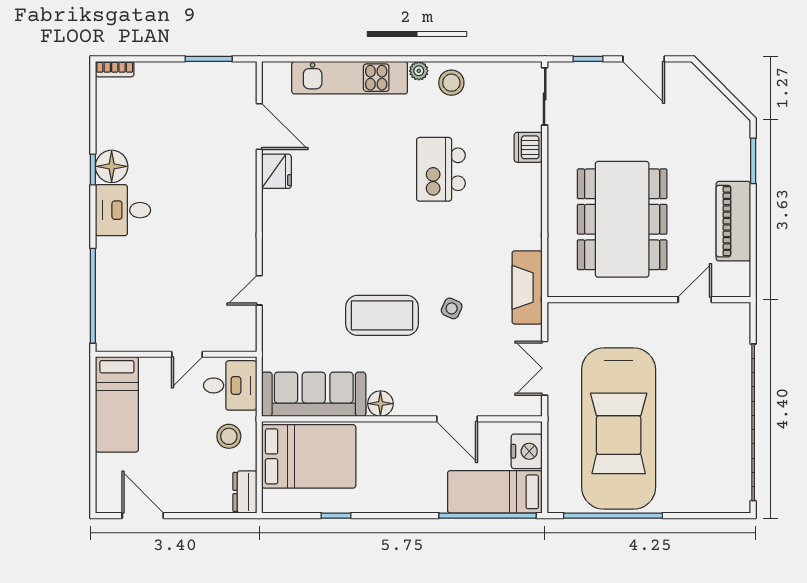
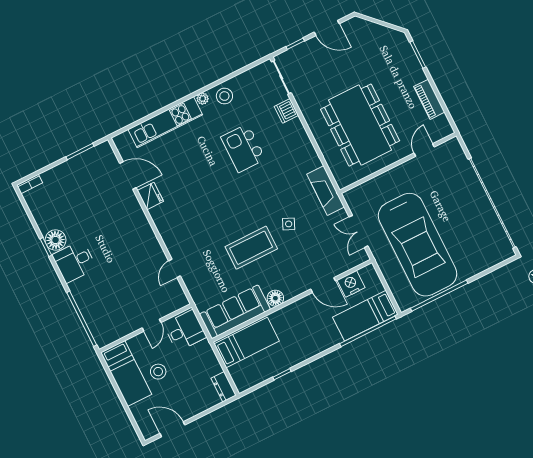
piano: (733, 221) -> (429, 99), width x0.73, depth x0.75
stool: (229, 436) -> (158, 372), moved
nightstand: (527, 451) -> (351, 284), moved, turned -90
bed: (309, 456) -> (247, 342), width x0.67

